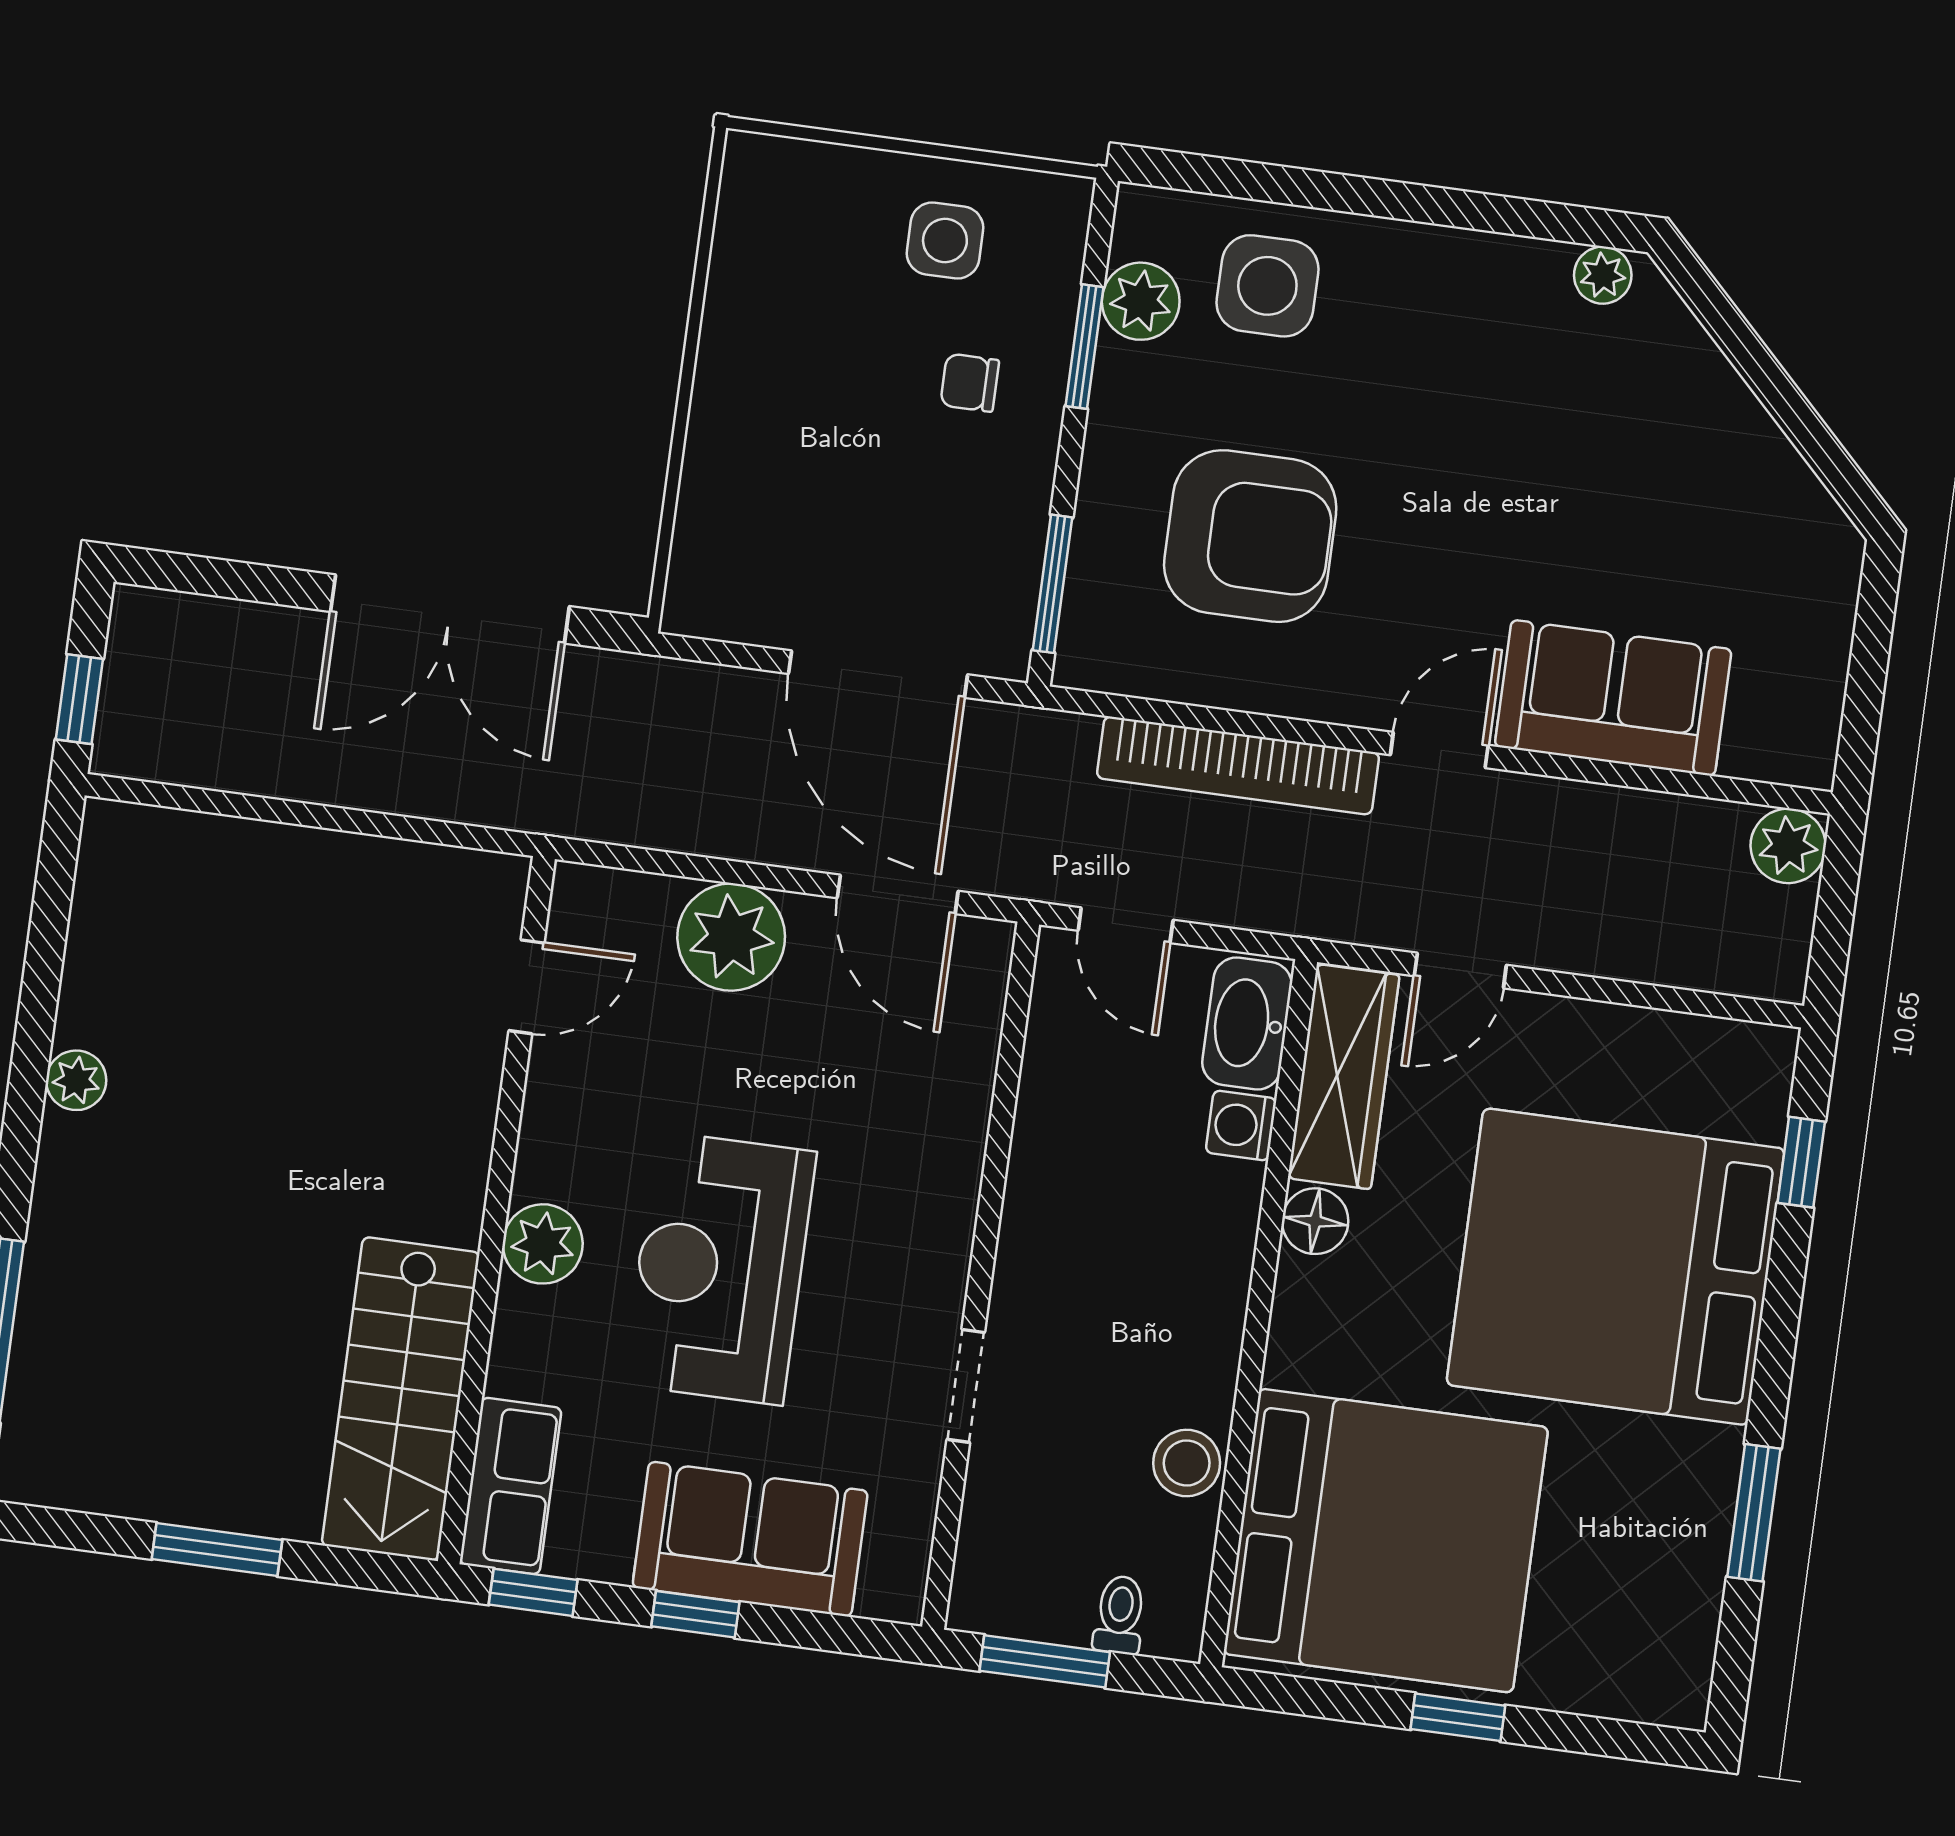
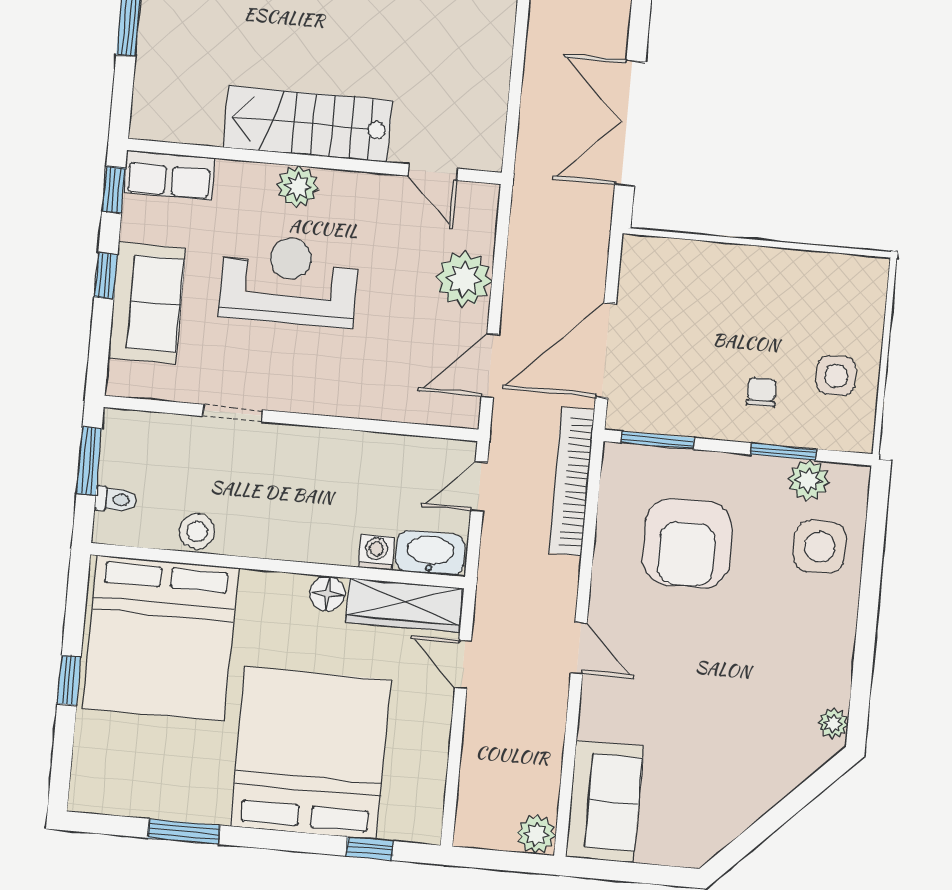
sofa: (1613, 698) -> (605, 801), moved
bookcase: (1238, 765) -> (572, 481), moved
stairs: (401, 1399) -> (308, 124), moved

